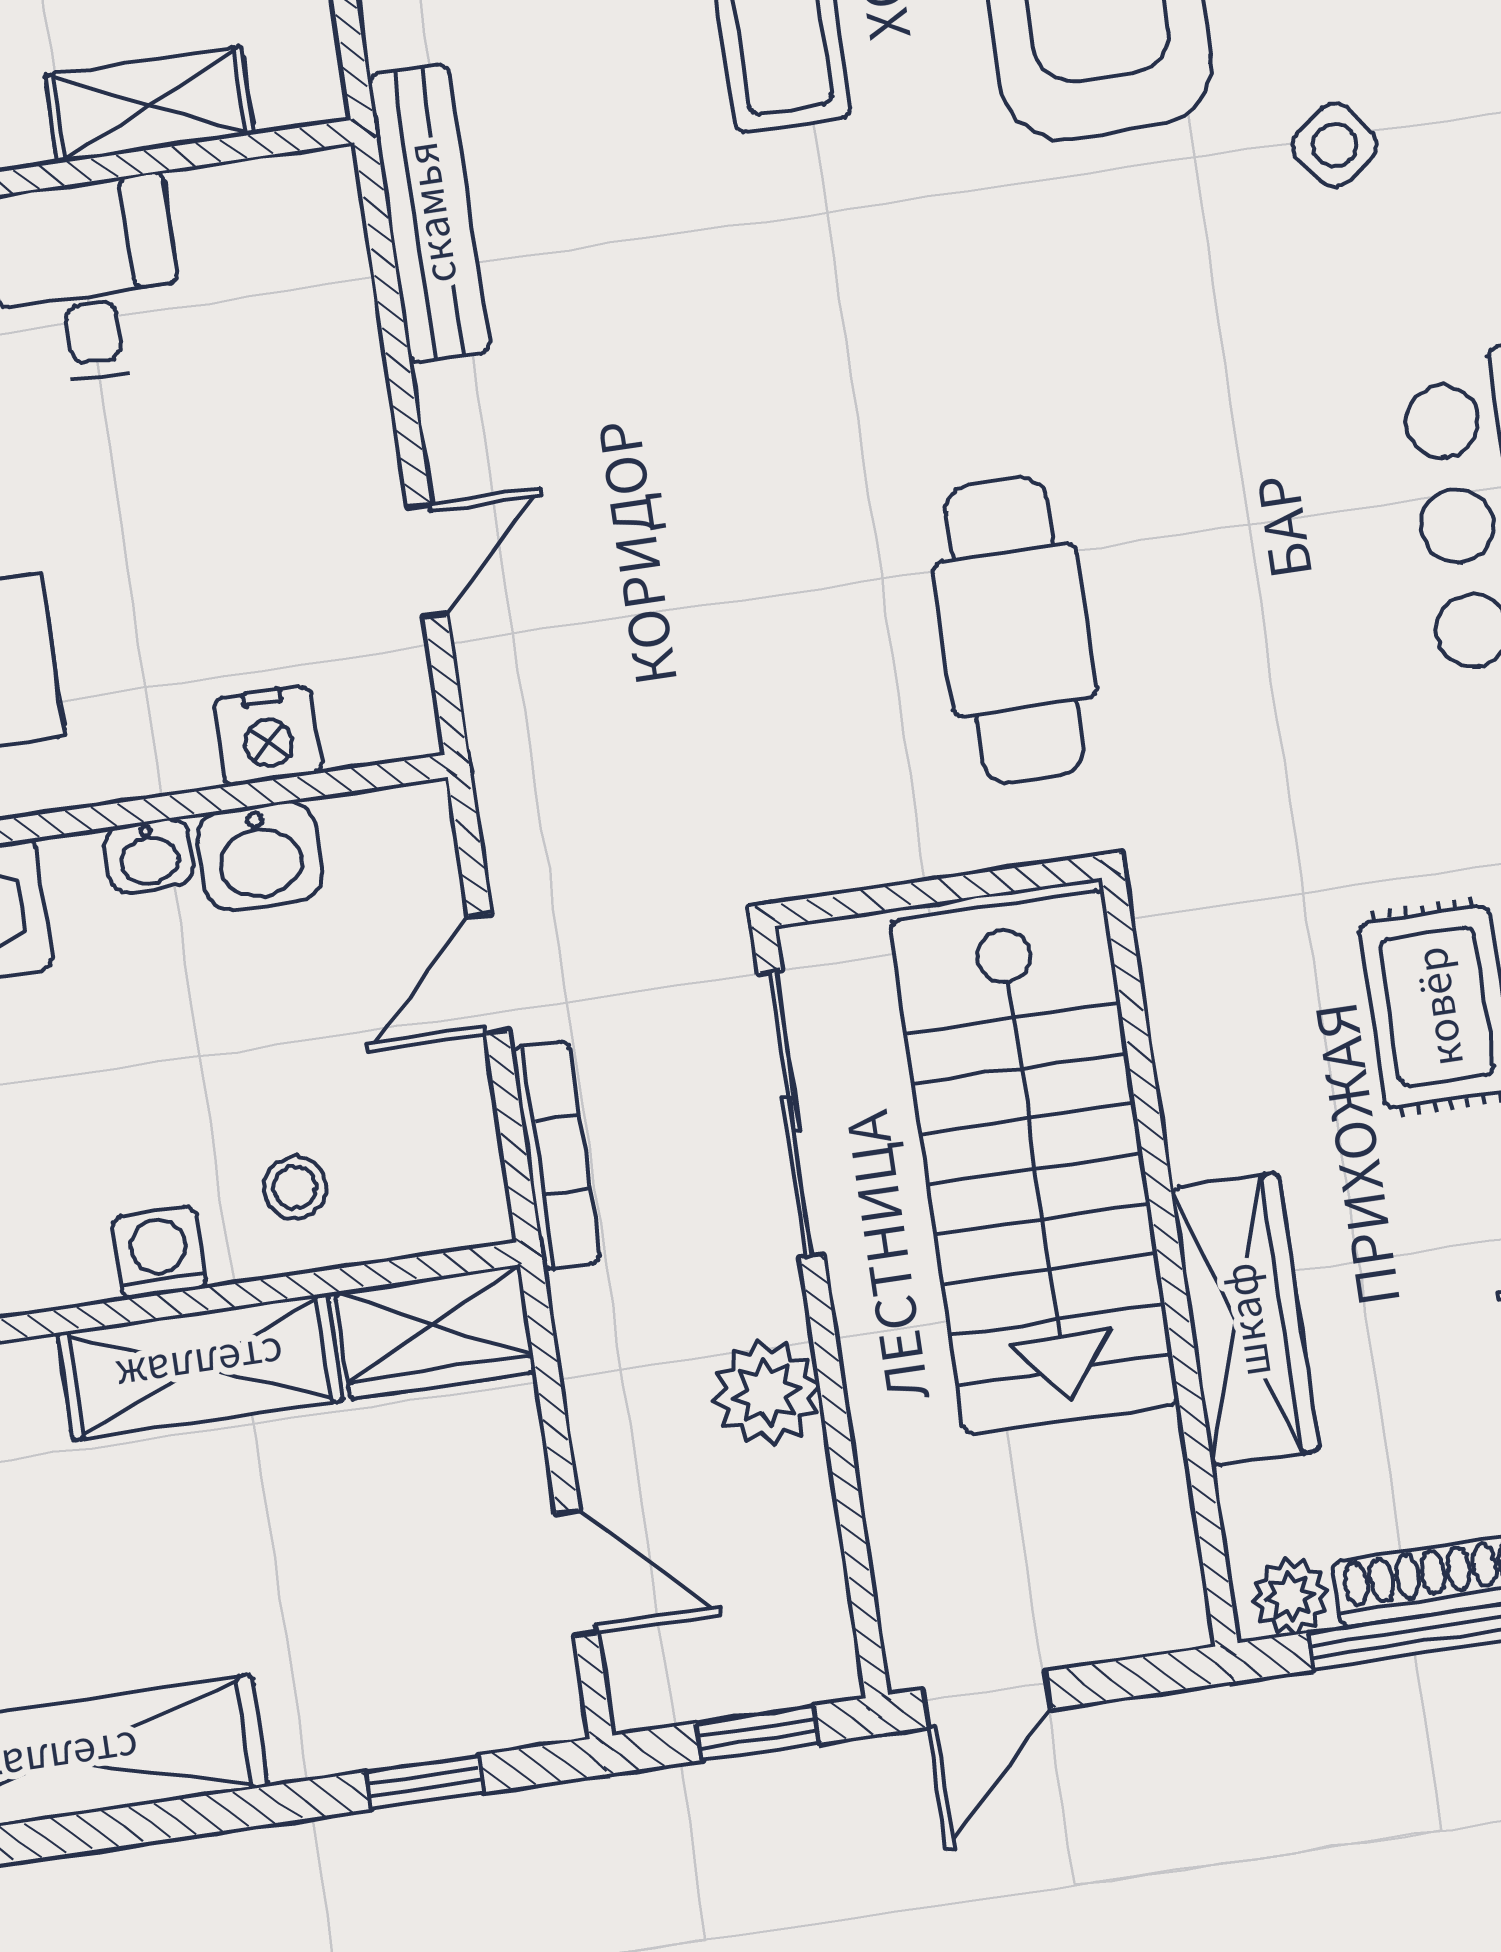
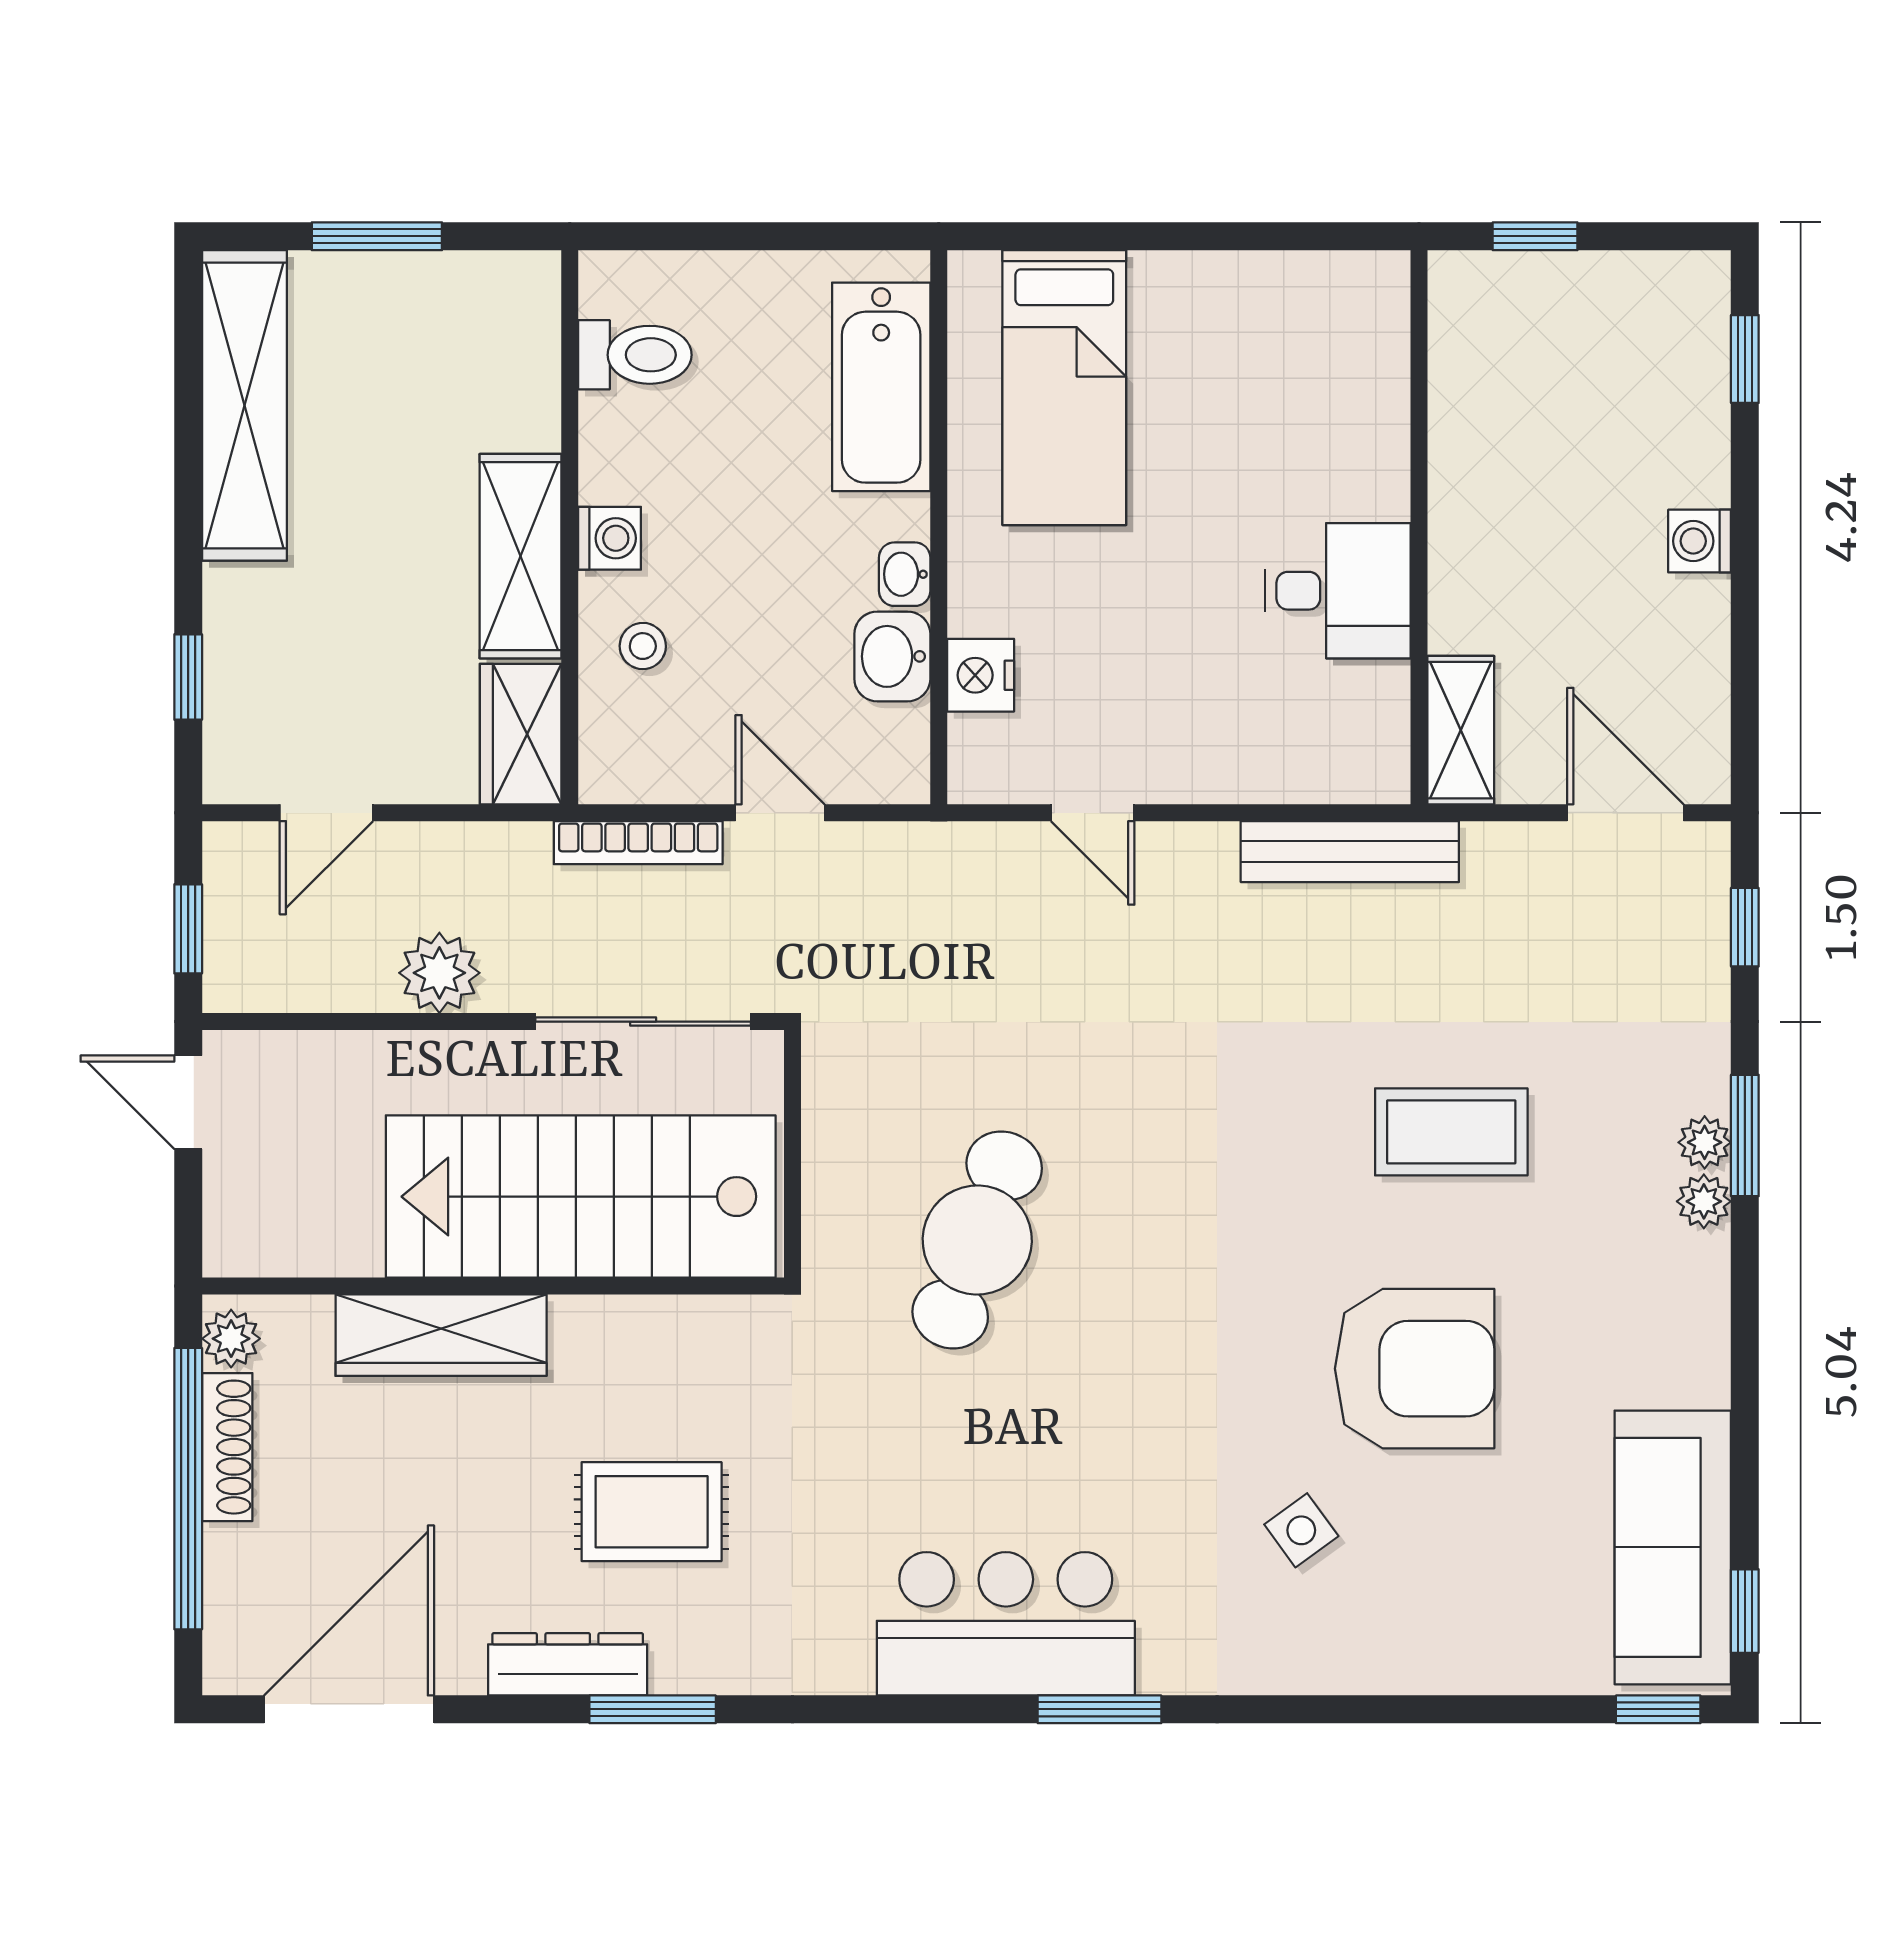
shelving: (149, 105) -> (1461, 730), moved
cafe table: (1014, 630) -> (977, 1240), turned -70

